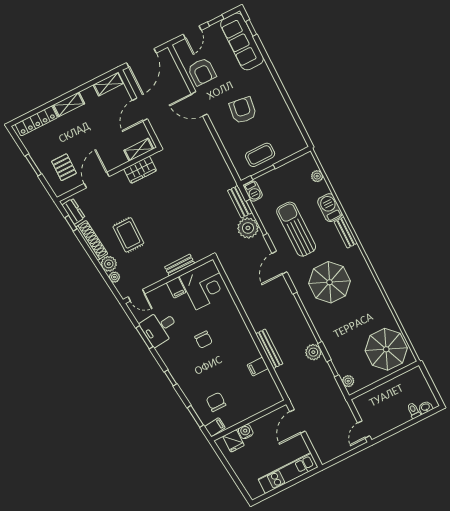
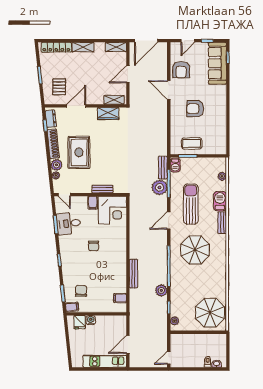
armchair: (243, 110) -> (195, 109), turned -98
rug: (128, 235) -> (79, 152), width x1.36, depth x1.43
filing cabinet: (258, 367) -> (120, 298), moved
door: (297, 421) -> (128, 344), moved

